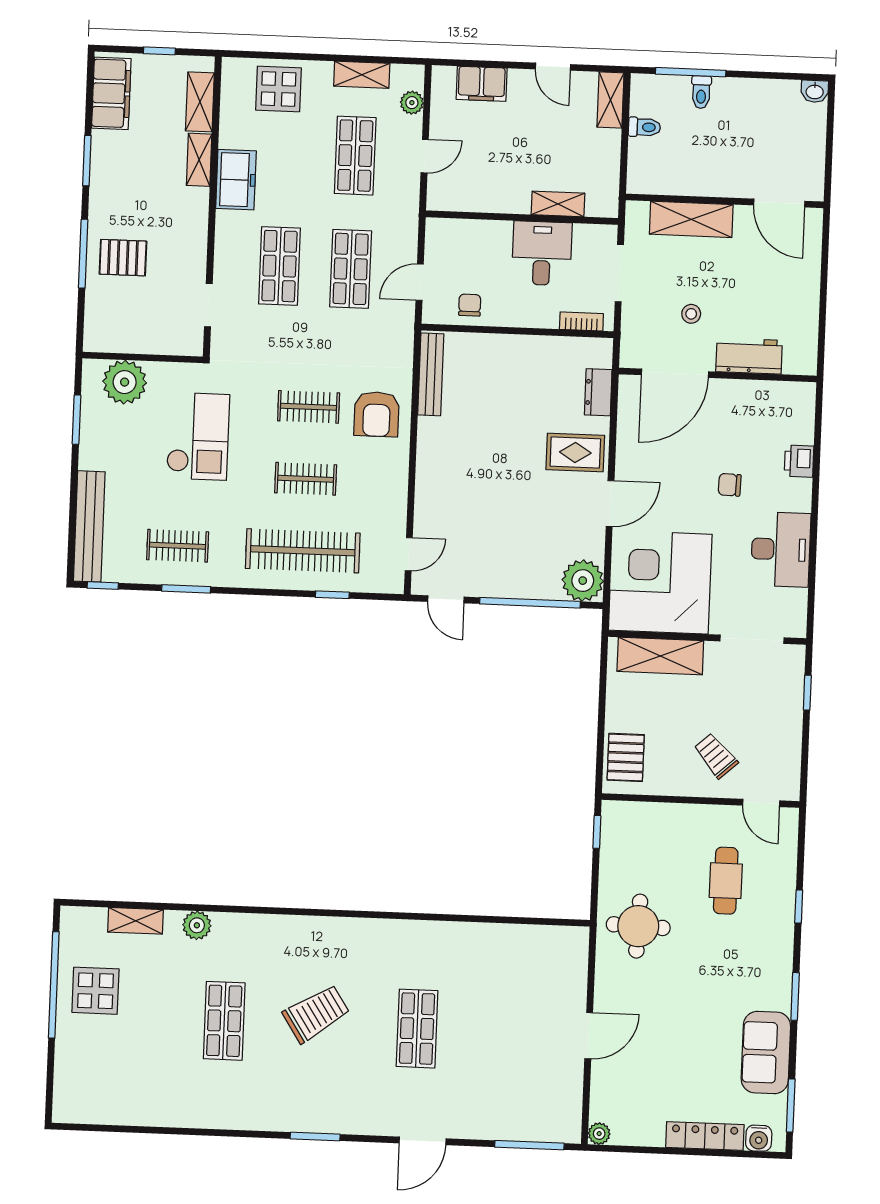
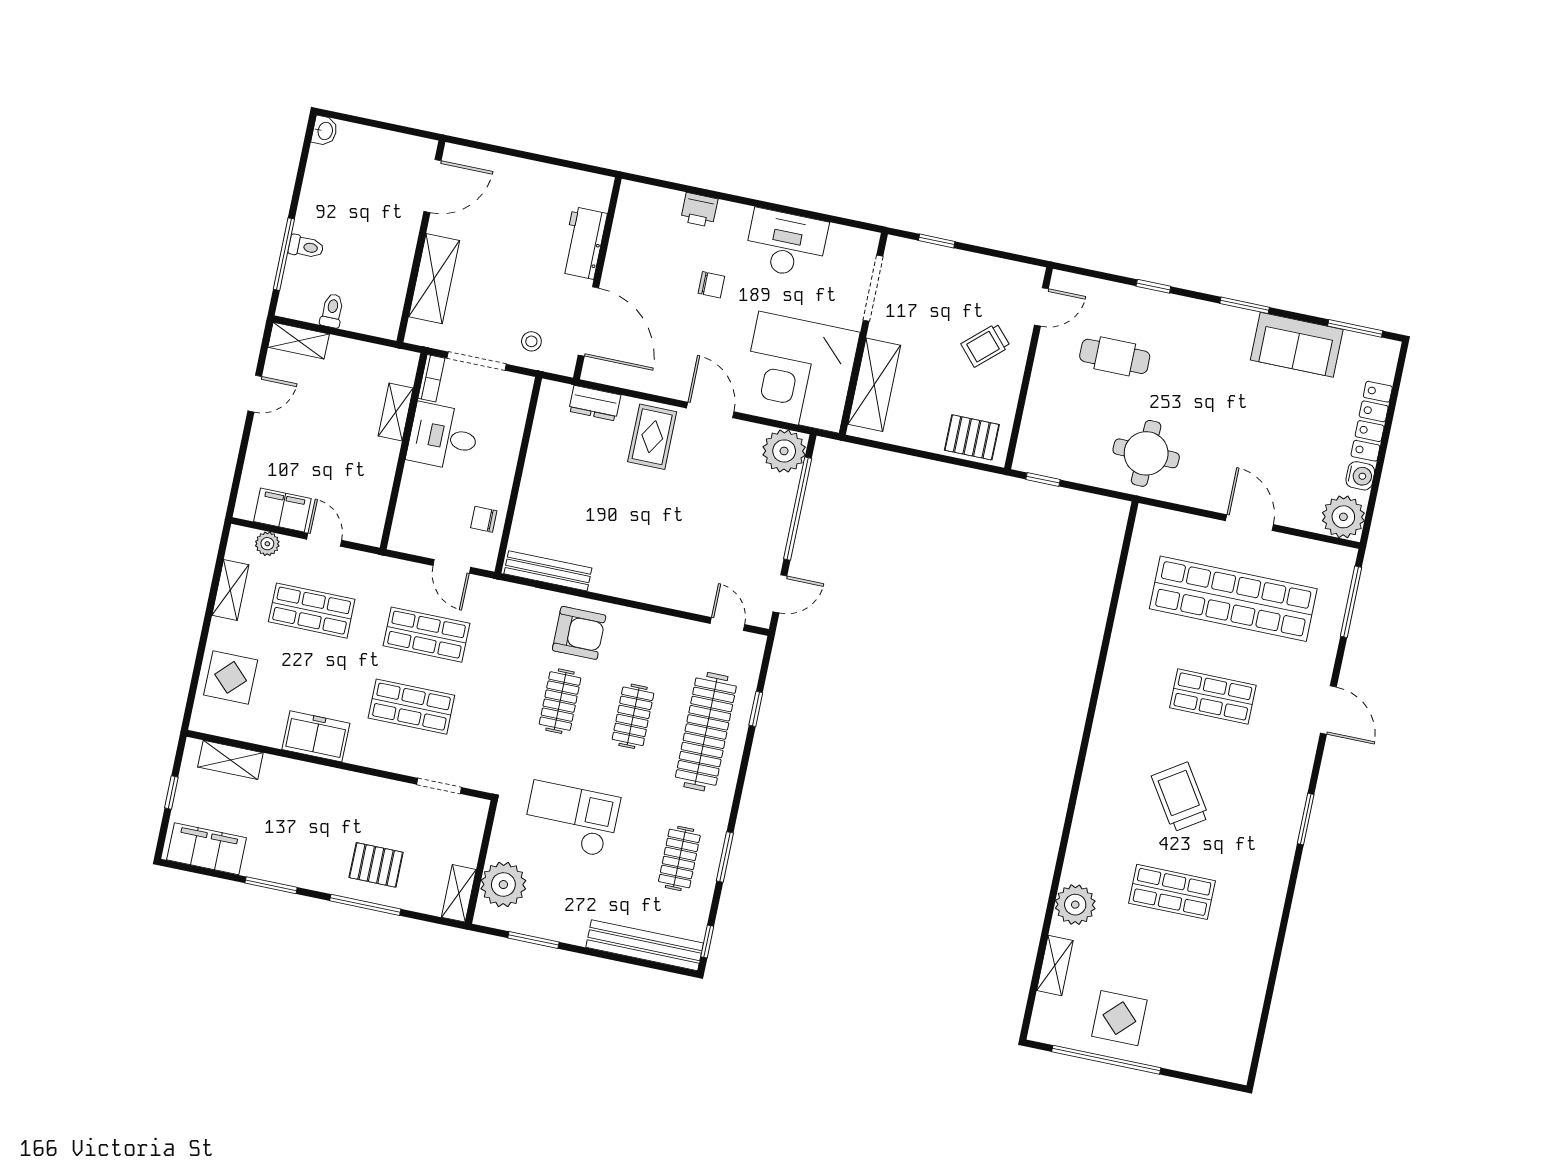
filing cabinet: (482, 84) -> (282, 510), moved, turned -90
shelving: (199, 160) -> (459, 893), moved, turned 90
pallet: (123, 258) -> (376, 865), turned 90
stool: (691, 314) -> (531, 341), moved
bookcase: (581, 321) -> (431, 378), moved, turned 180
chair: (730, 485) -> (711, 285), turned -92
plant: (197, 925) -> (1075, 905), width x1.36, depth x1.36
shop shelf: (514, 1032) -> (1233, 599), added
plant: (599, 1134) -> (1343, 517), width x1.87, depth x1.87
water cooler: (759, 1138) -> (1360, 476), moved

